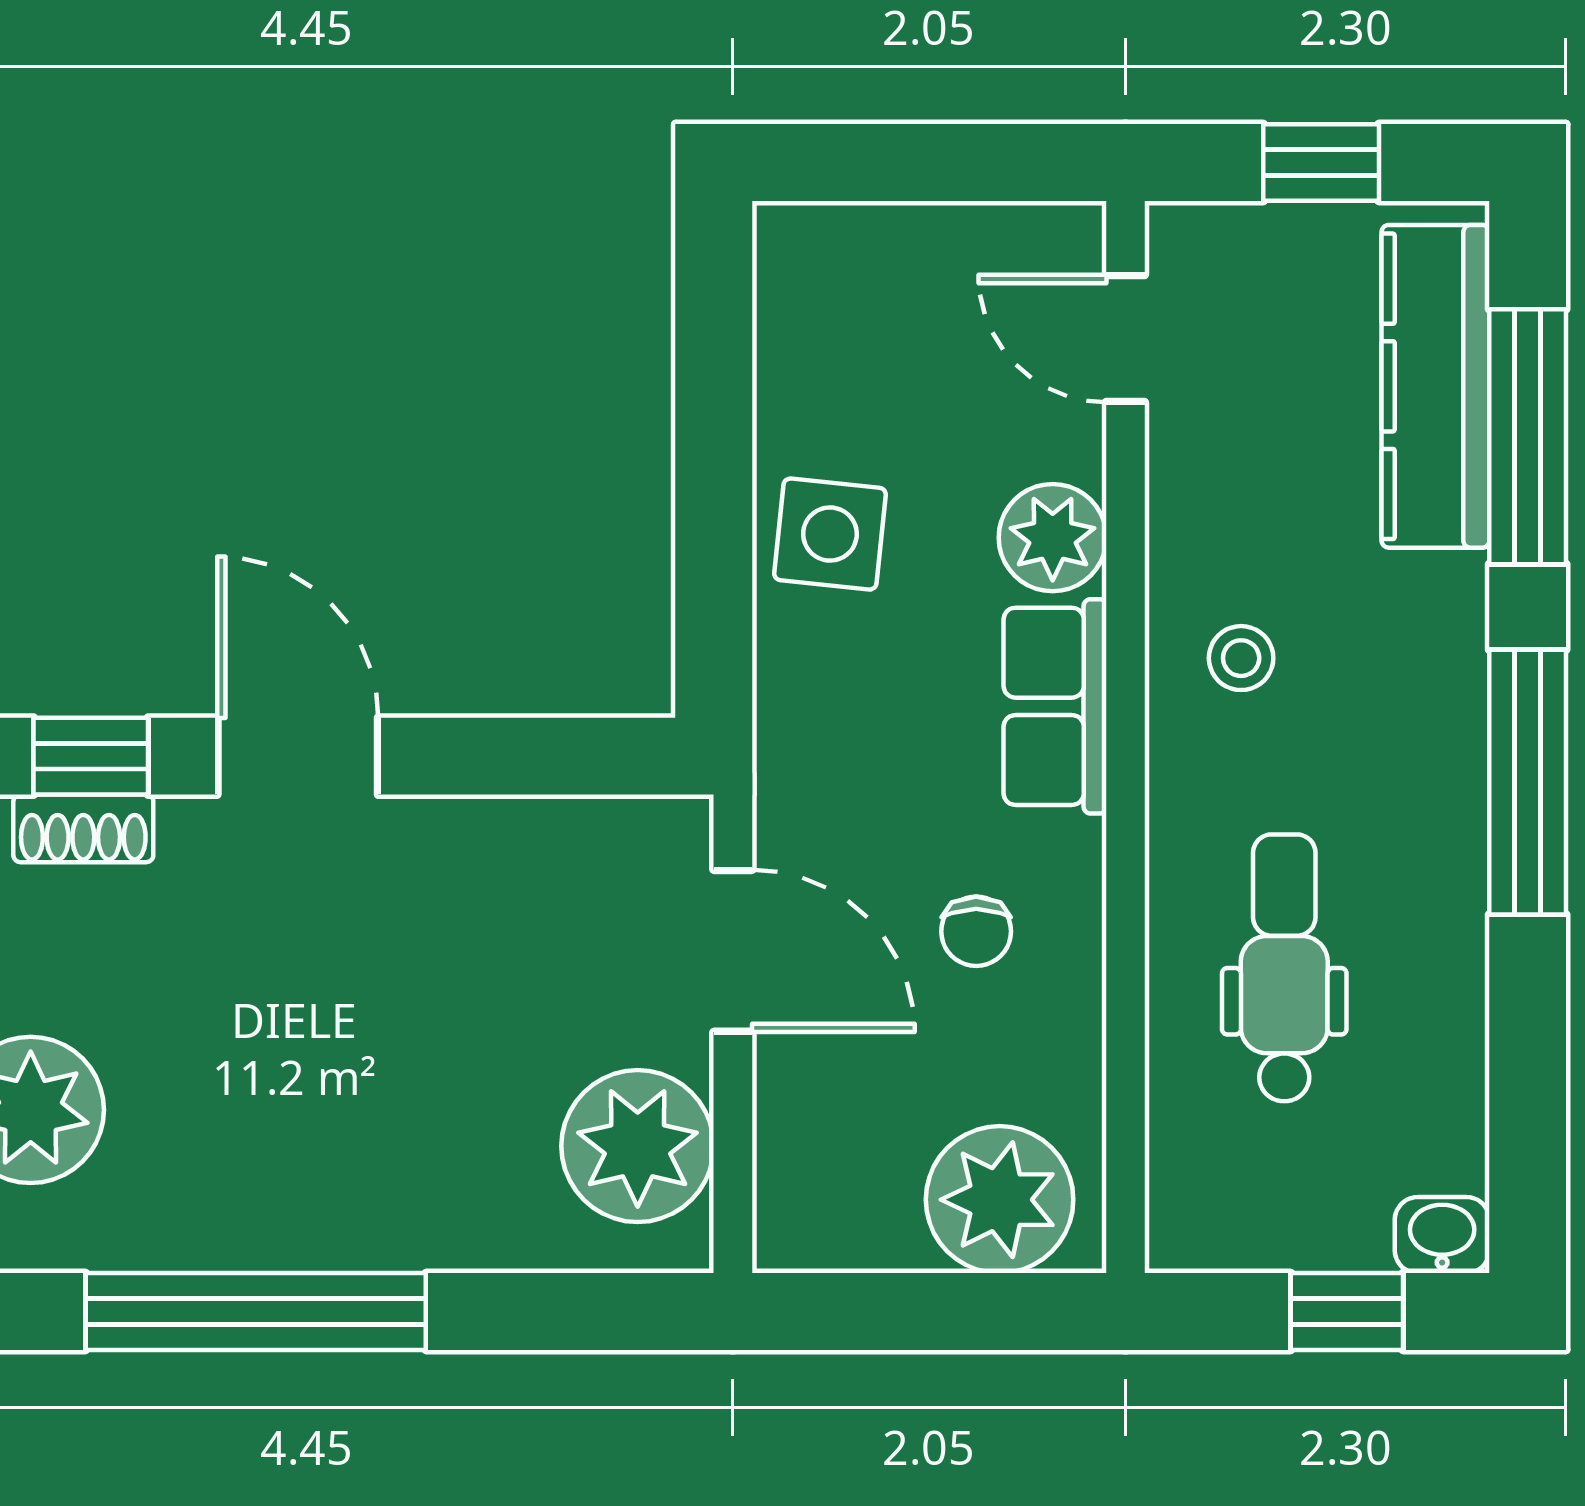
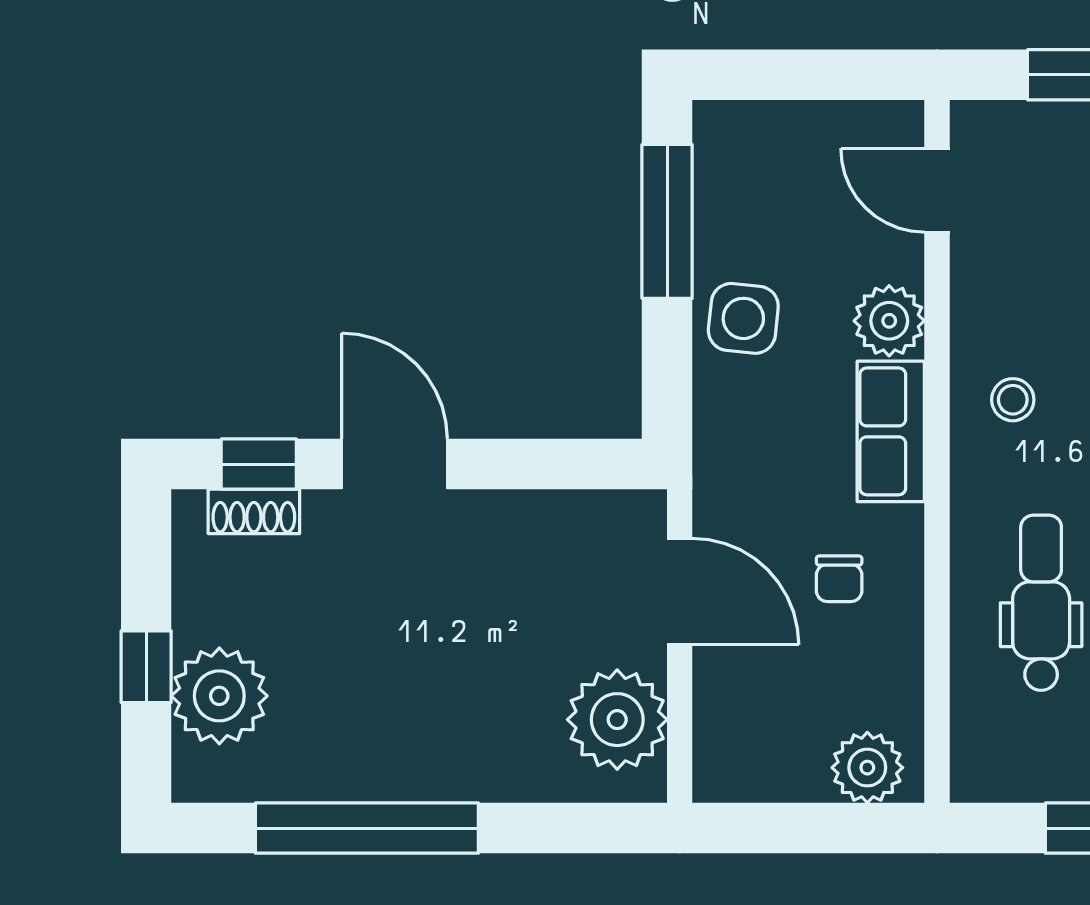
window: (714, 386) -> (667, 221), added
plant: (1000, 1200) -> (867, 768), width x0.73, depth x0.73

